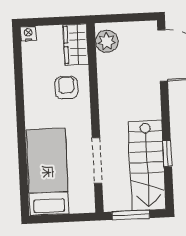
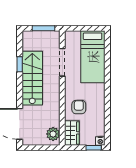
window: (39, 22) -> (94, 148), added
armchair: (66, 88) -> (79, 107), turned 180
stairs: (147, 165) -> (32, 78), moved

